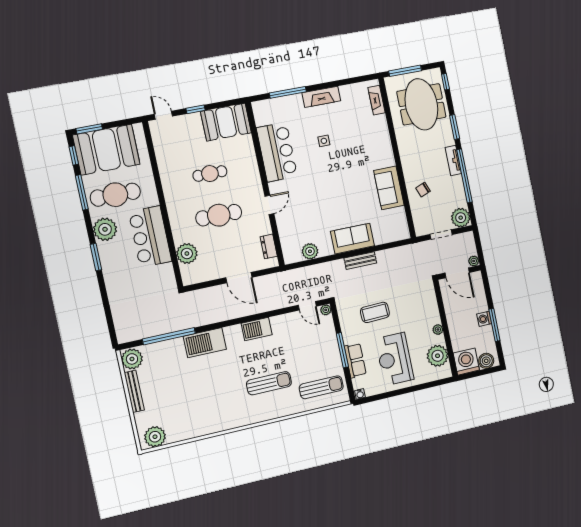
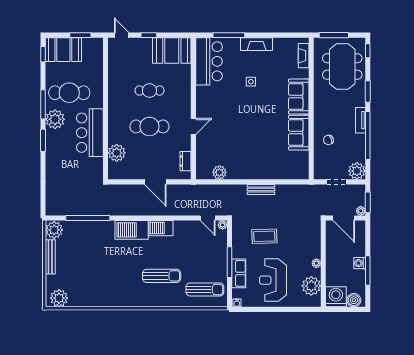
window: (89, 129) -> (80, 35), moved
booth: (106, 150) -> (63, 50), width x0.73, depth x0.70
bar counter: (277, 152) -> (209, 61), moved
window: (82, 192) -> (43, 104), moved
sofa: (352, 239) -> (299, 96), moved, turned -90
window: (479, 250) -> (368, 202), added
barbecue: (205, 343) -> (132, 230), moved

